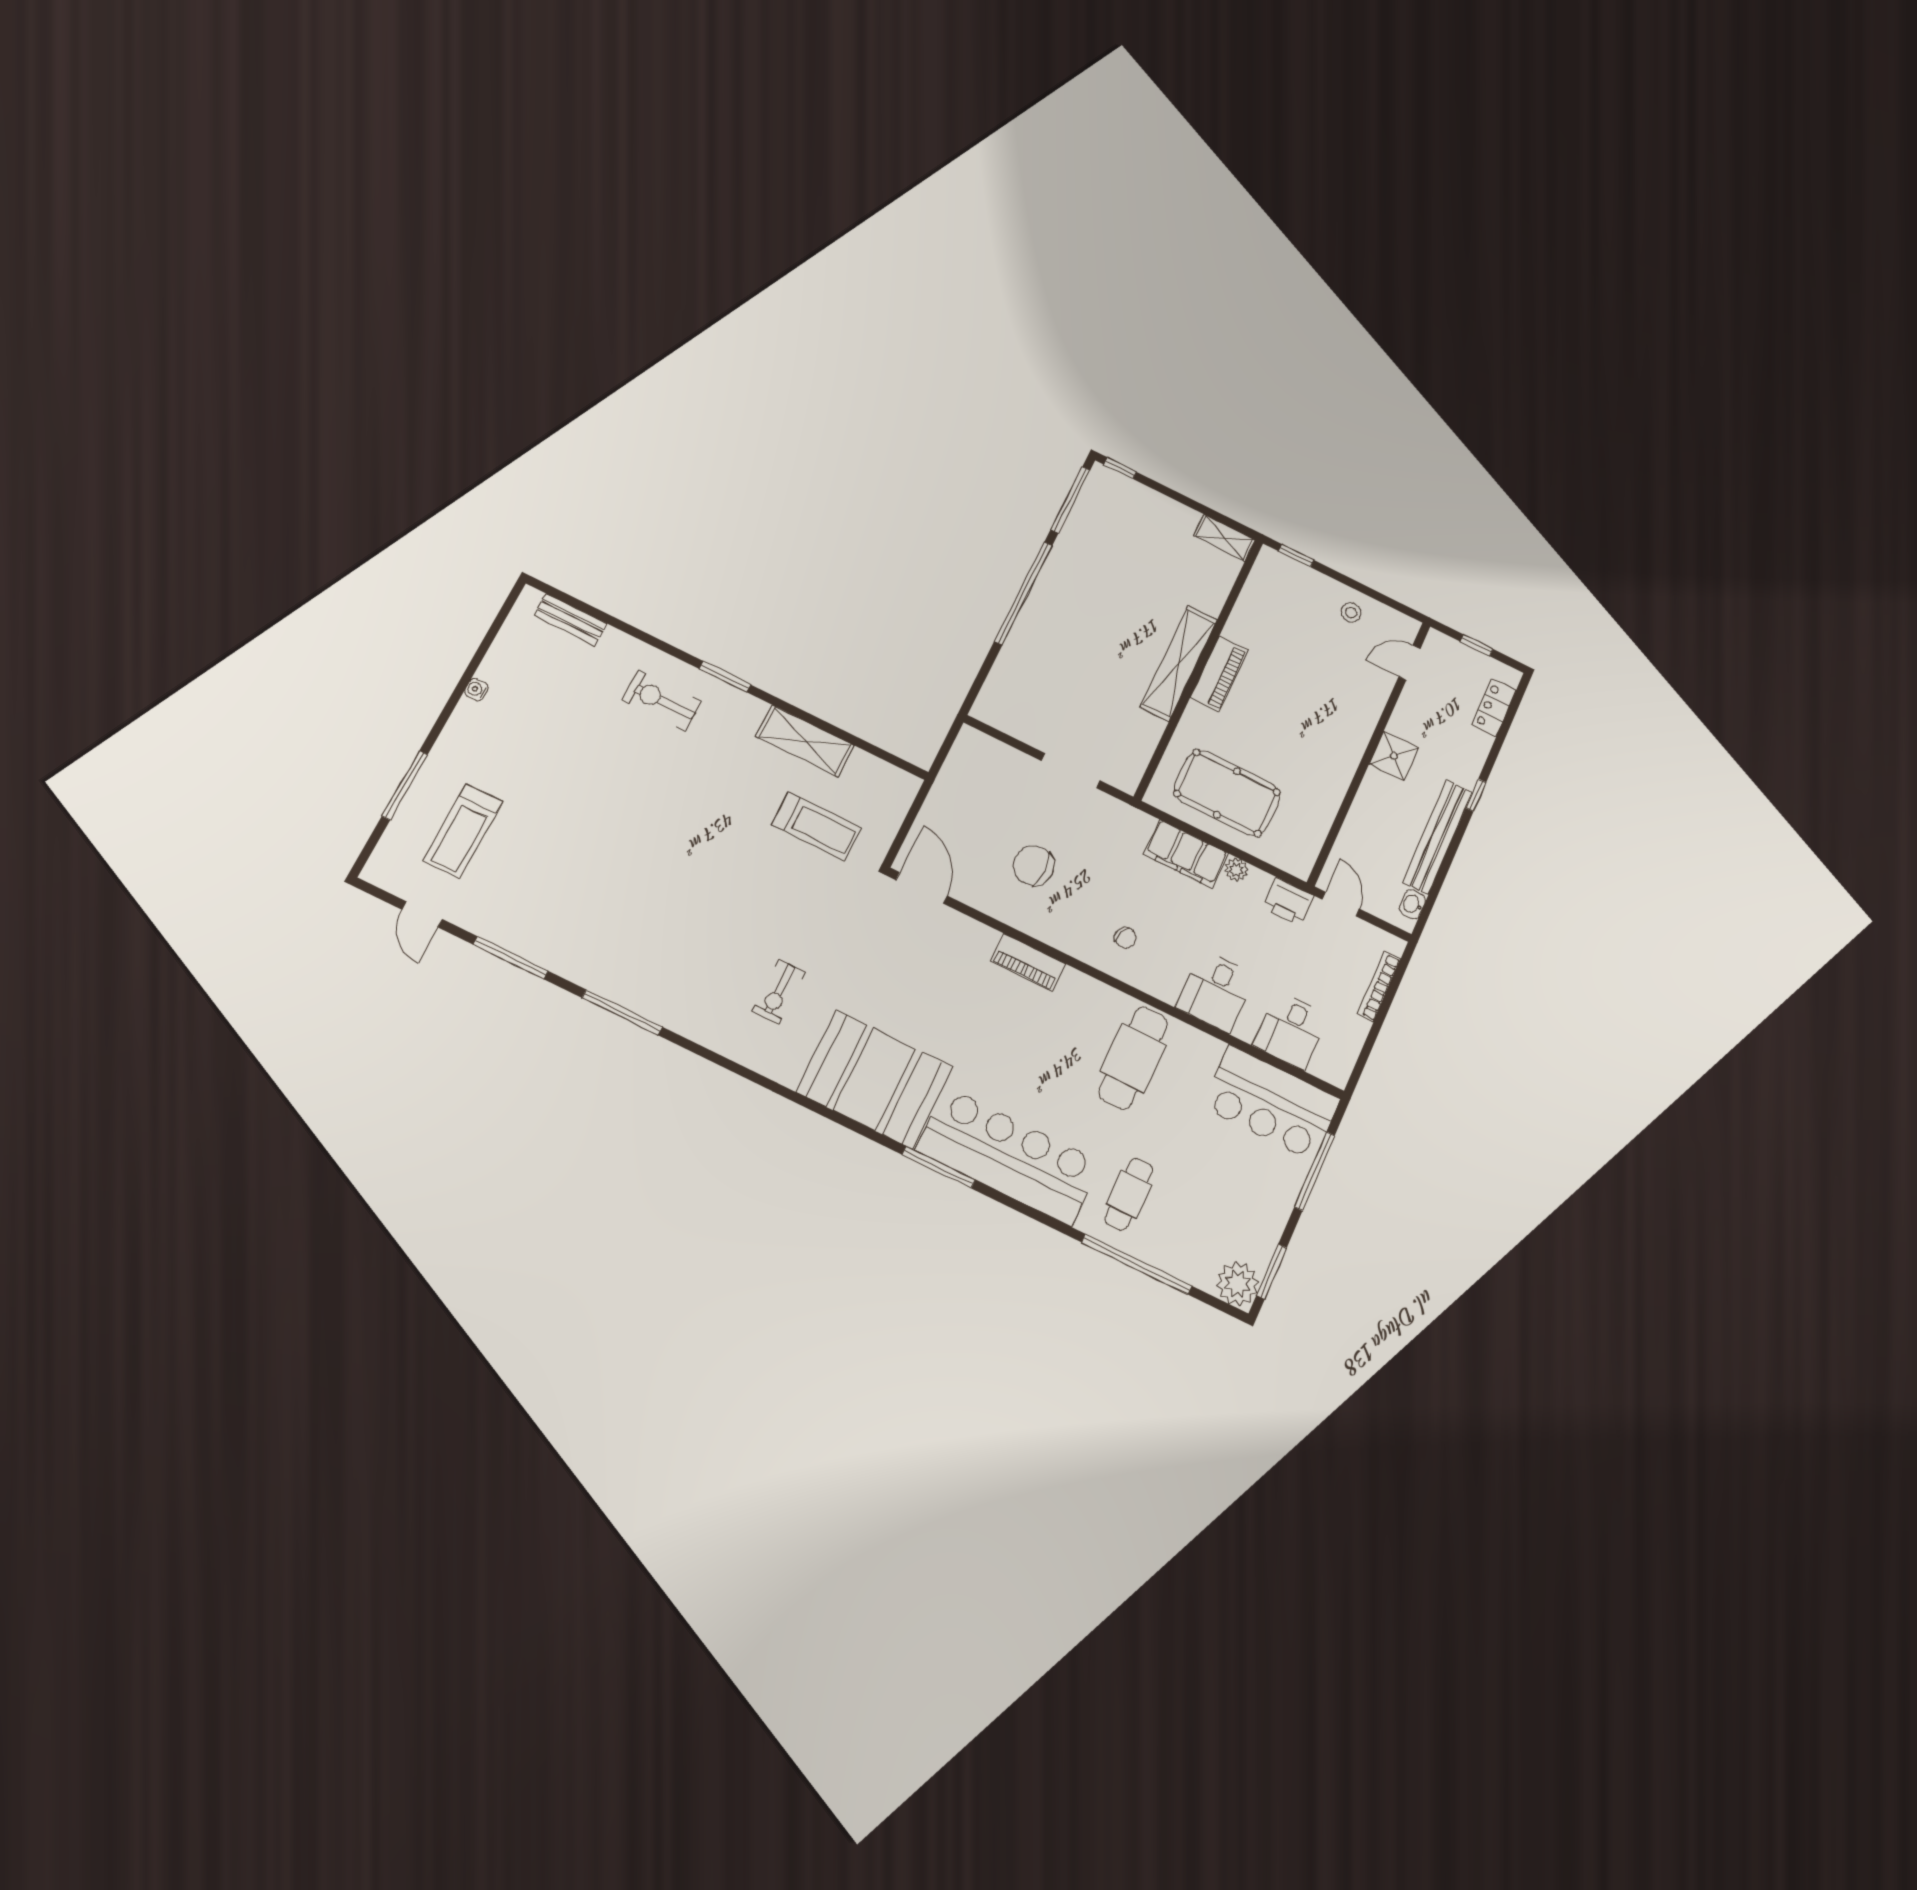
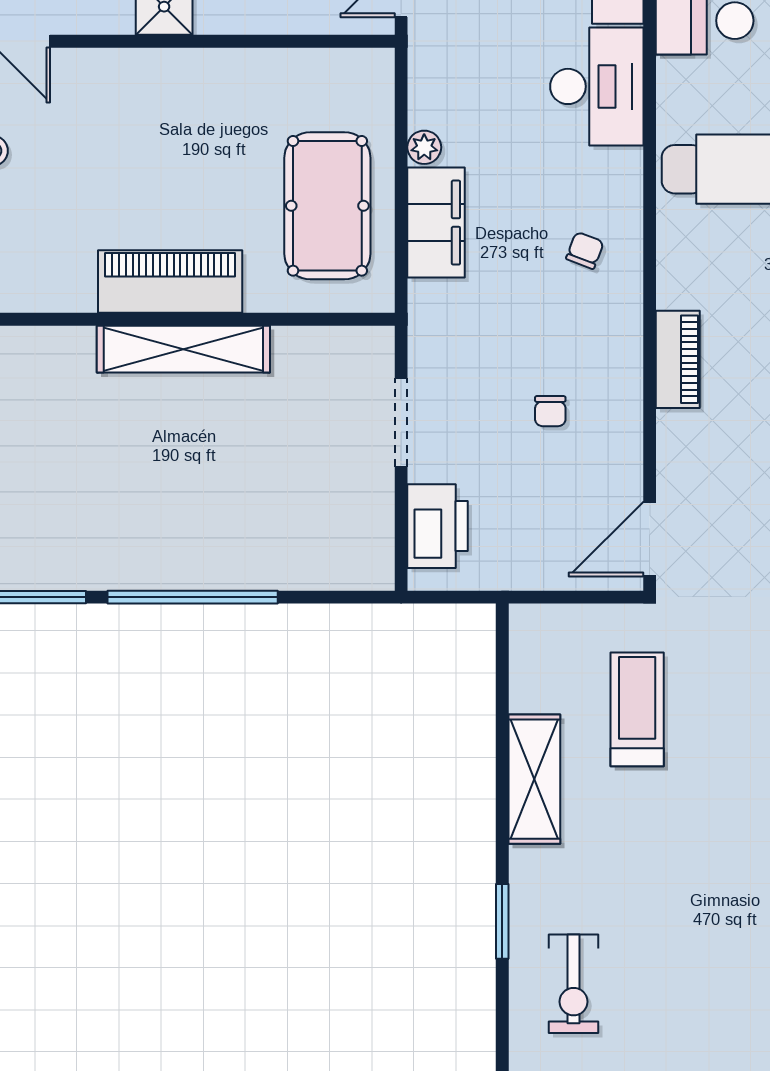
piano: (1219, 674) -> (170, 282), width x1.37, depth x1.33
chair: (1034, 866) -> (550, 411), width x0.54, depth x0.54
printer: (1288, 902) -> (438, 526), moved, width x1.37, depth x1.19
desk: (1216, 991) -> (597, 86), width x1.37

